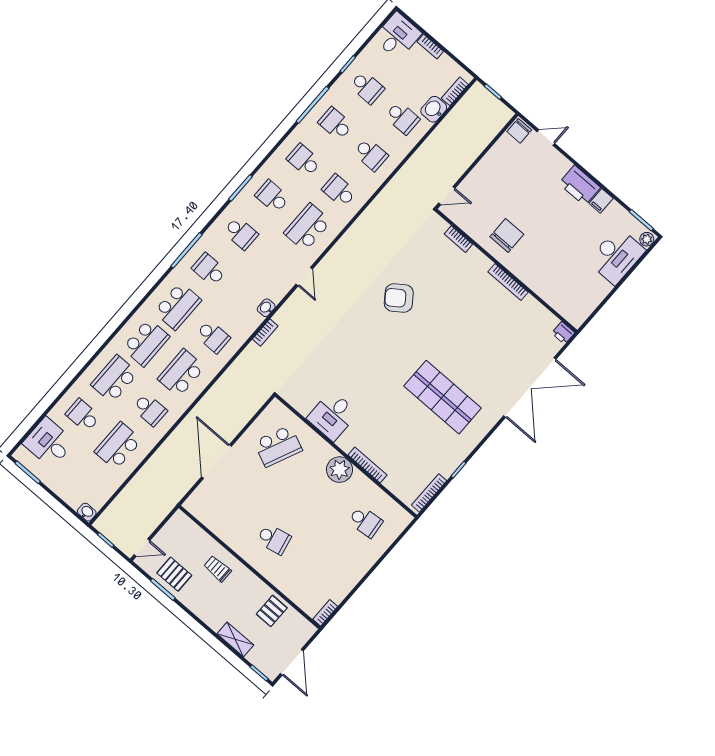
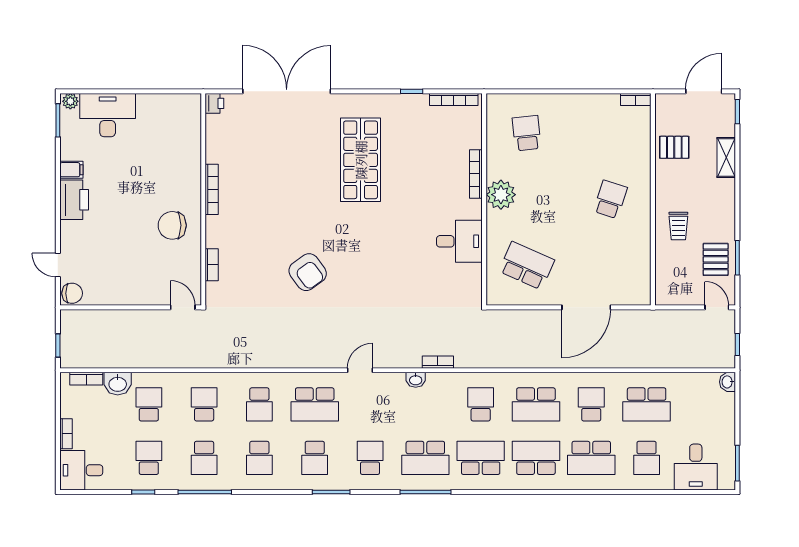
school desk: (209, 270) -> (425, 458), width x1.85
school desk: (274, 539) -> (610, 199), turned 30

